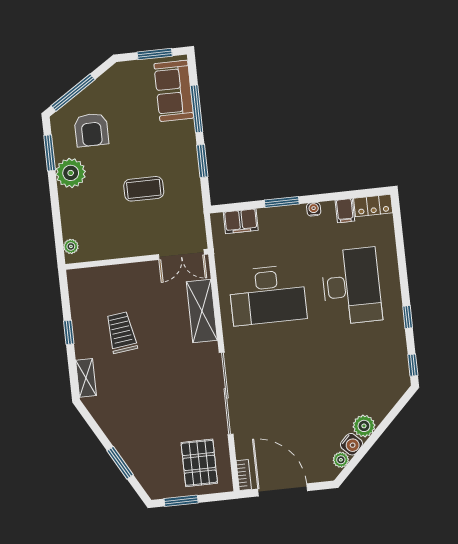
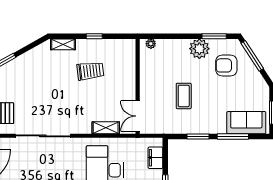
shelving: (202, 311) -> (106, 128), width x0.67, depth x0.75

